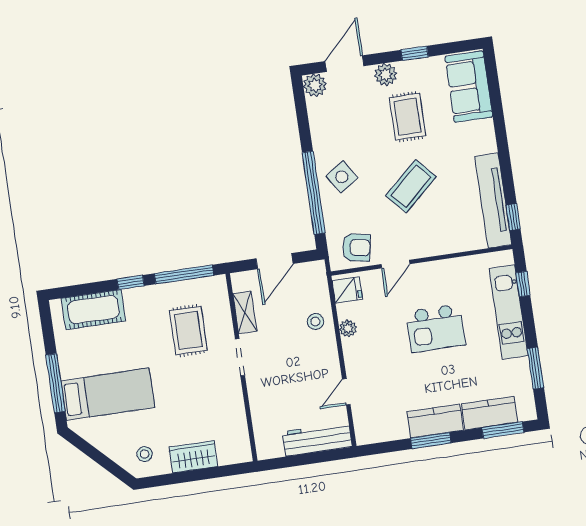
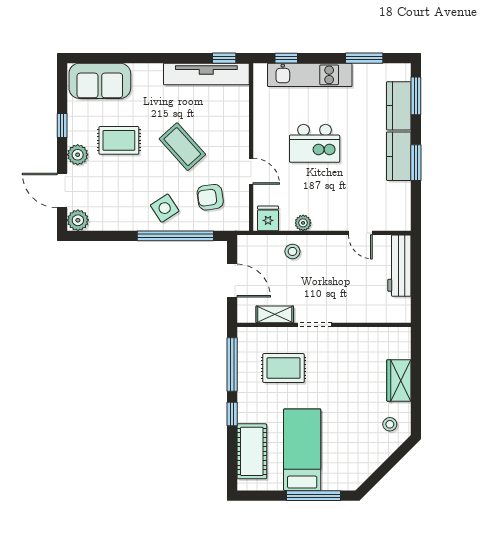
armchair: (356, 248) -> (210, 197), moved, turned -108
kitchen island: (436, 328) -> (315, 143), turned 90
bed: (108, 394) -> (302, 450), moved

